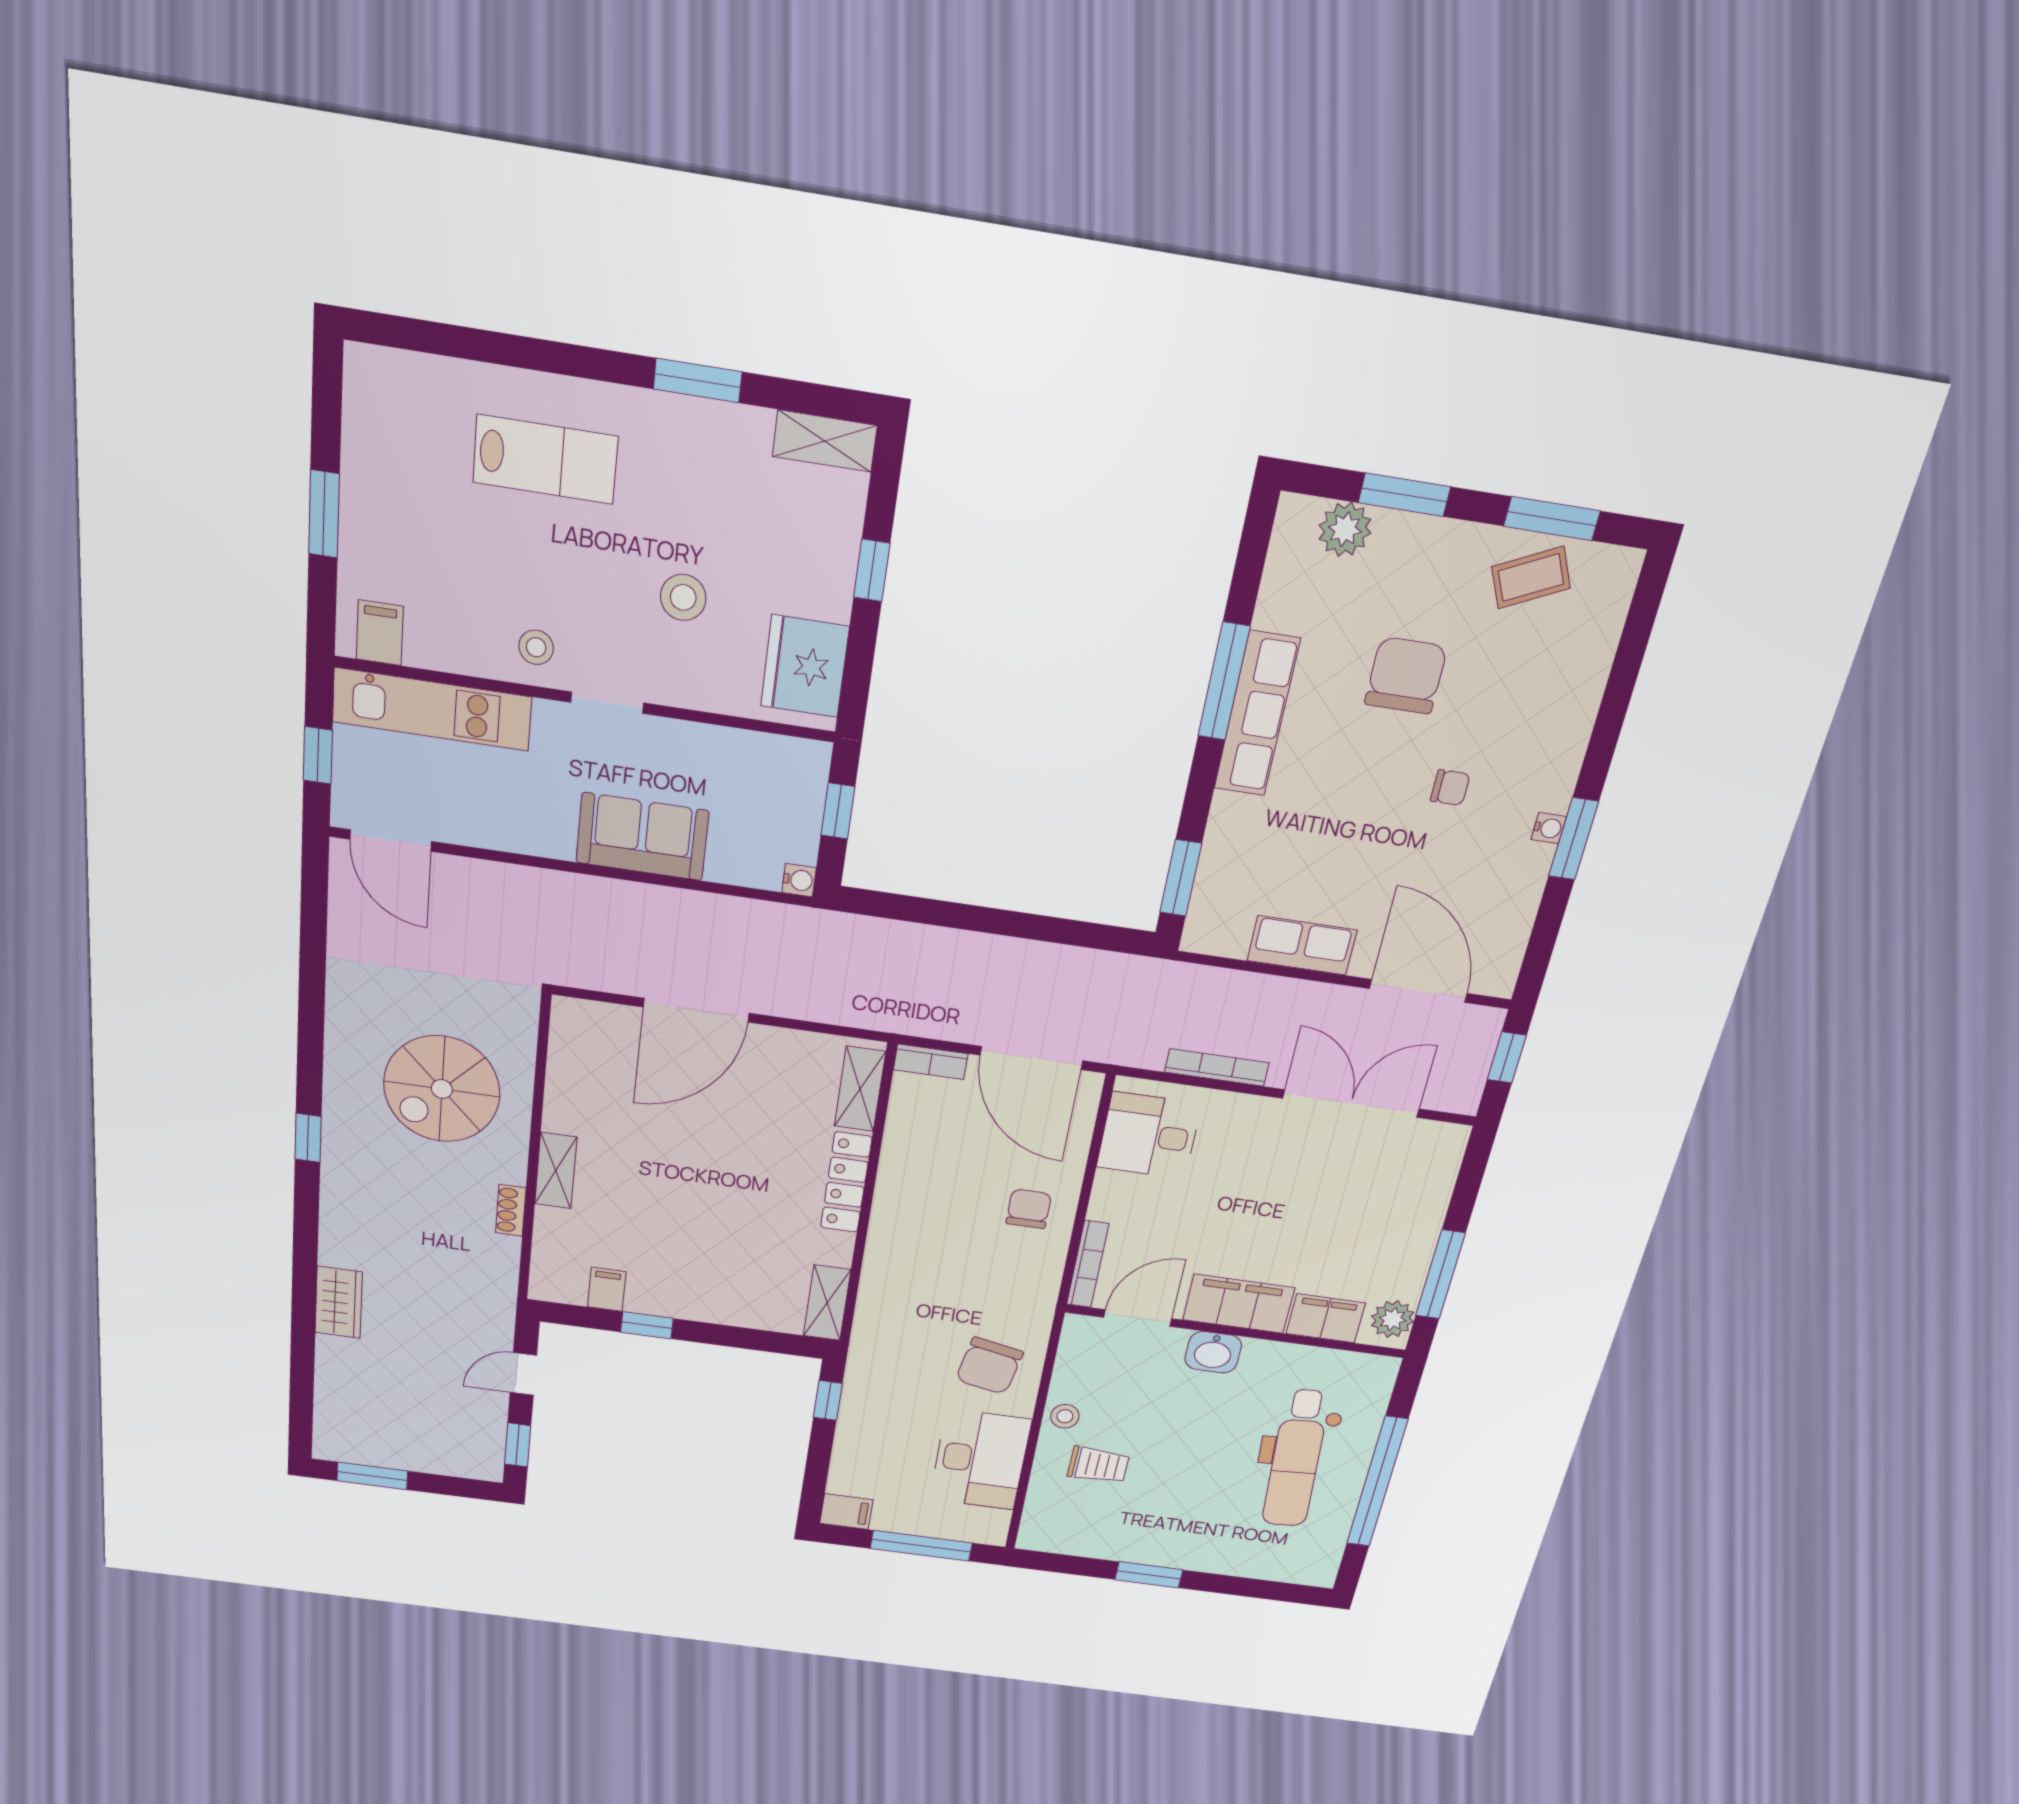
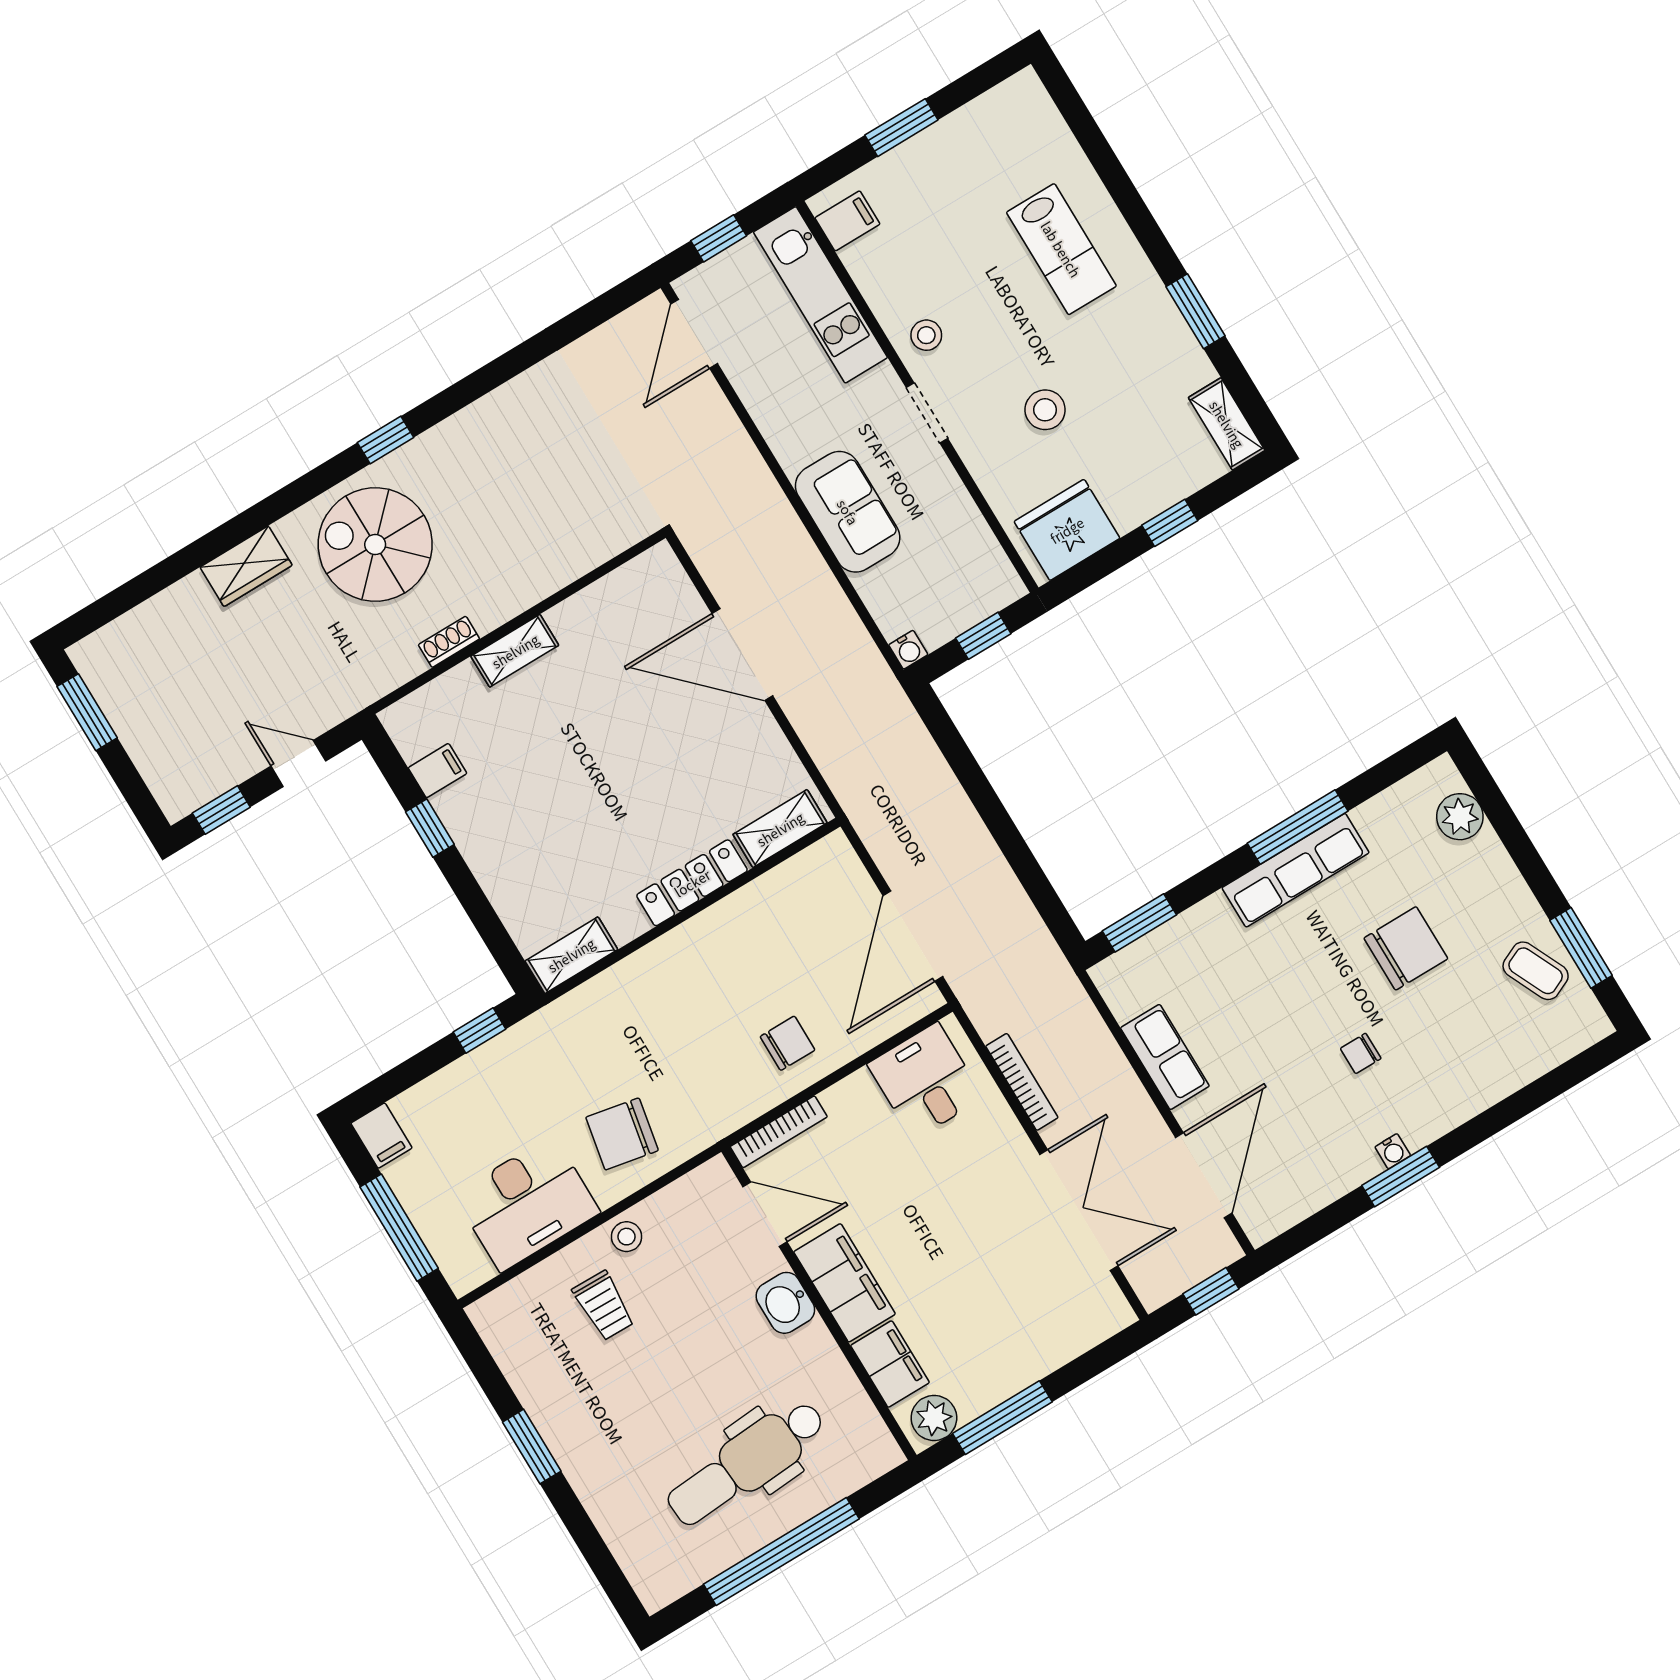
window: (1404, 495) -> (1513, 836), removed
chair: (1450, 788) -> (1361, 1053), turned 90
bookcase: (931, 1062) -> (847, 863), removed
spiral stairs: (442, 1089) -> (375, 544), moved

